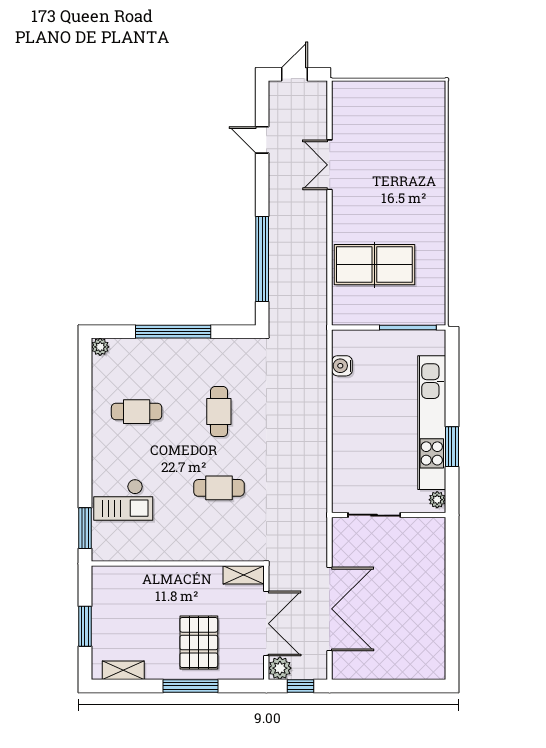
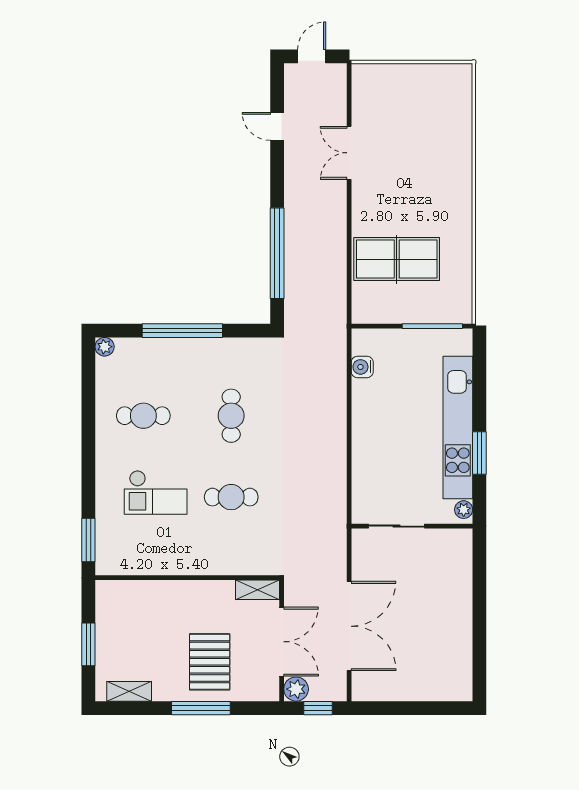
checkout: (123, 500) -> (156, 492), moved

